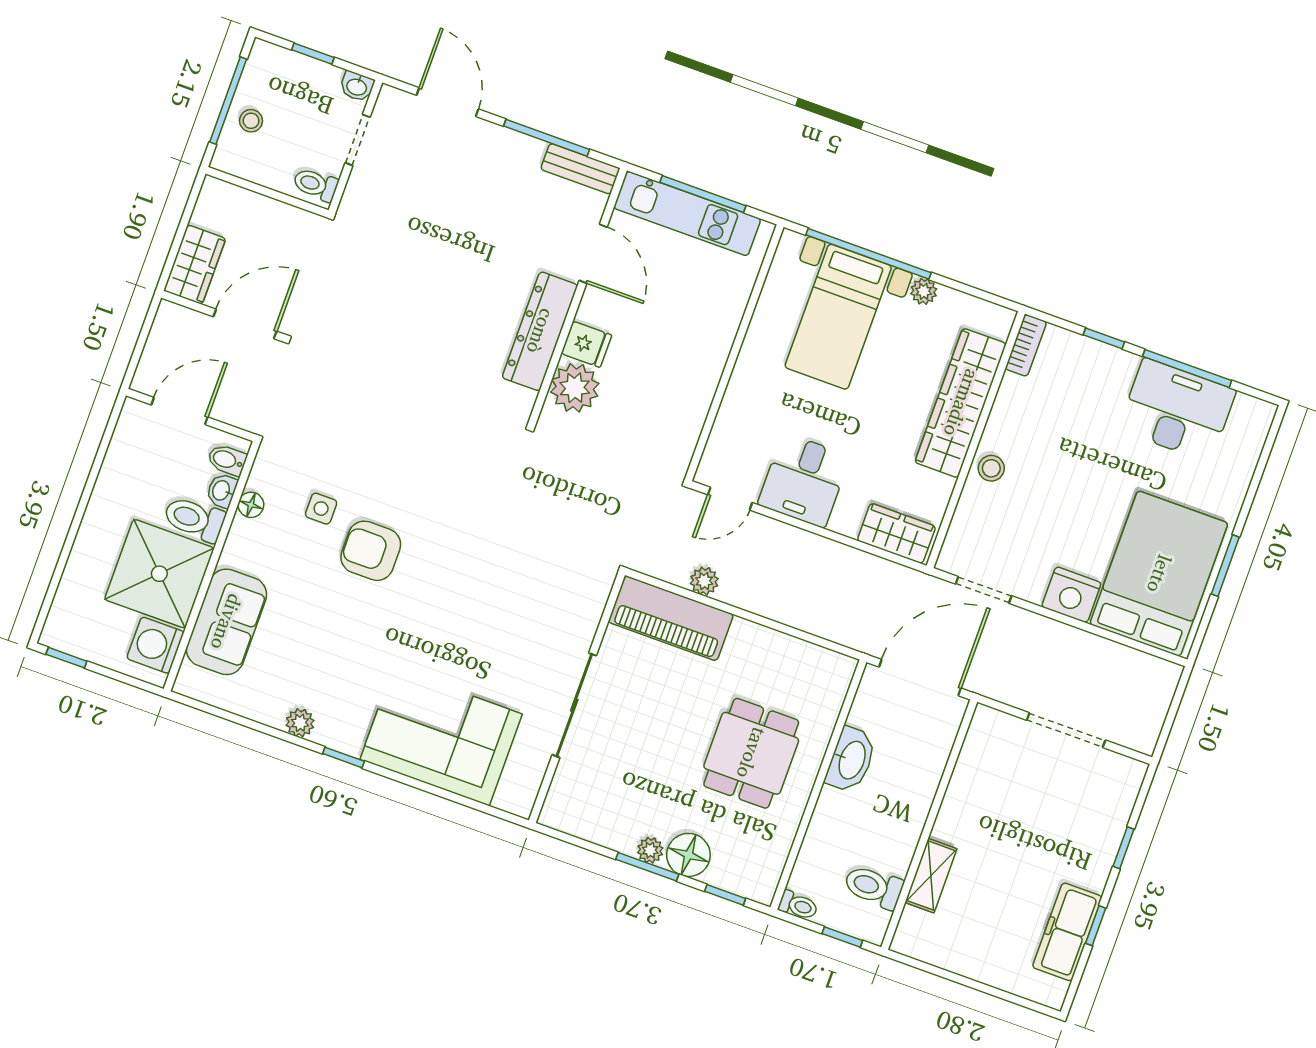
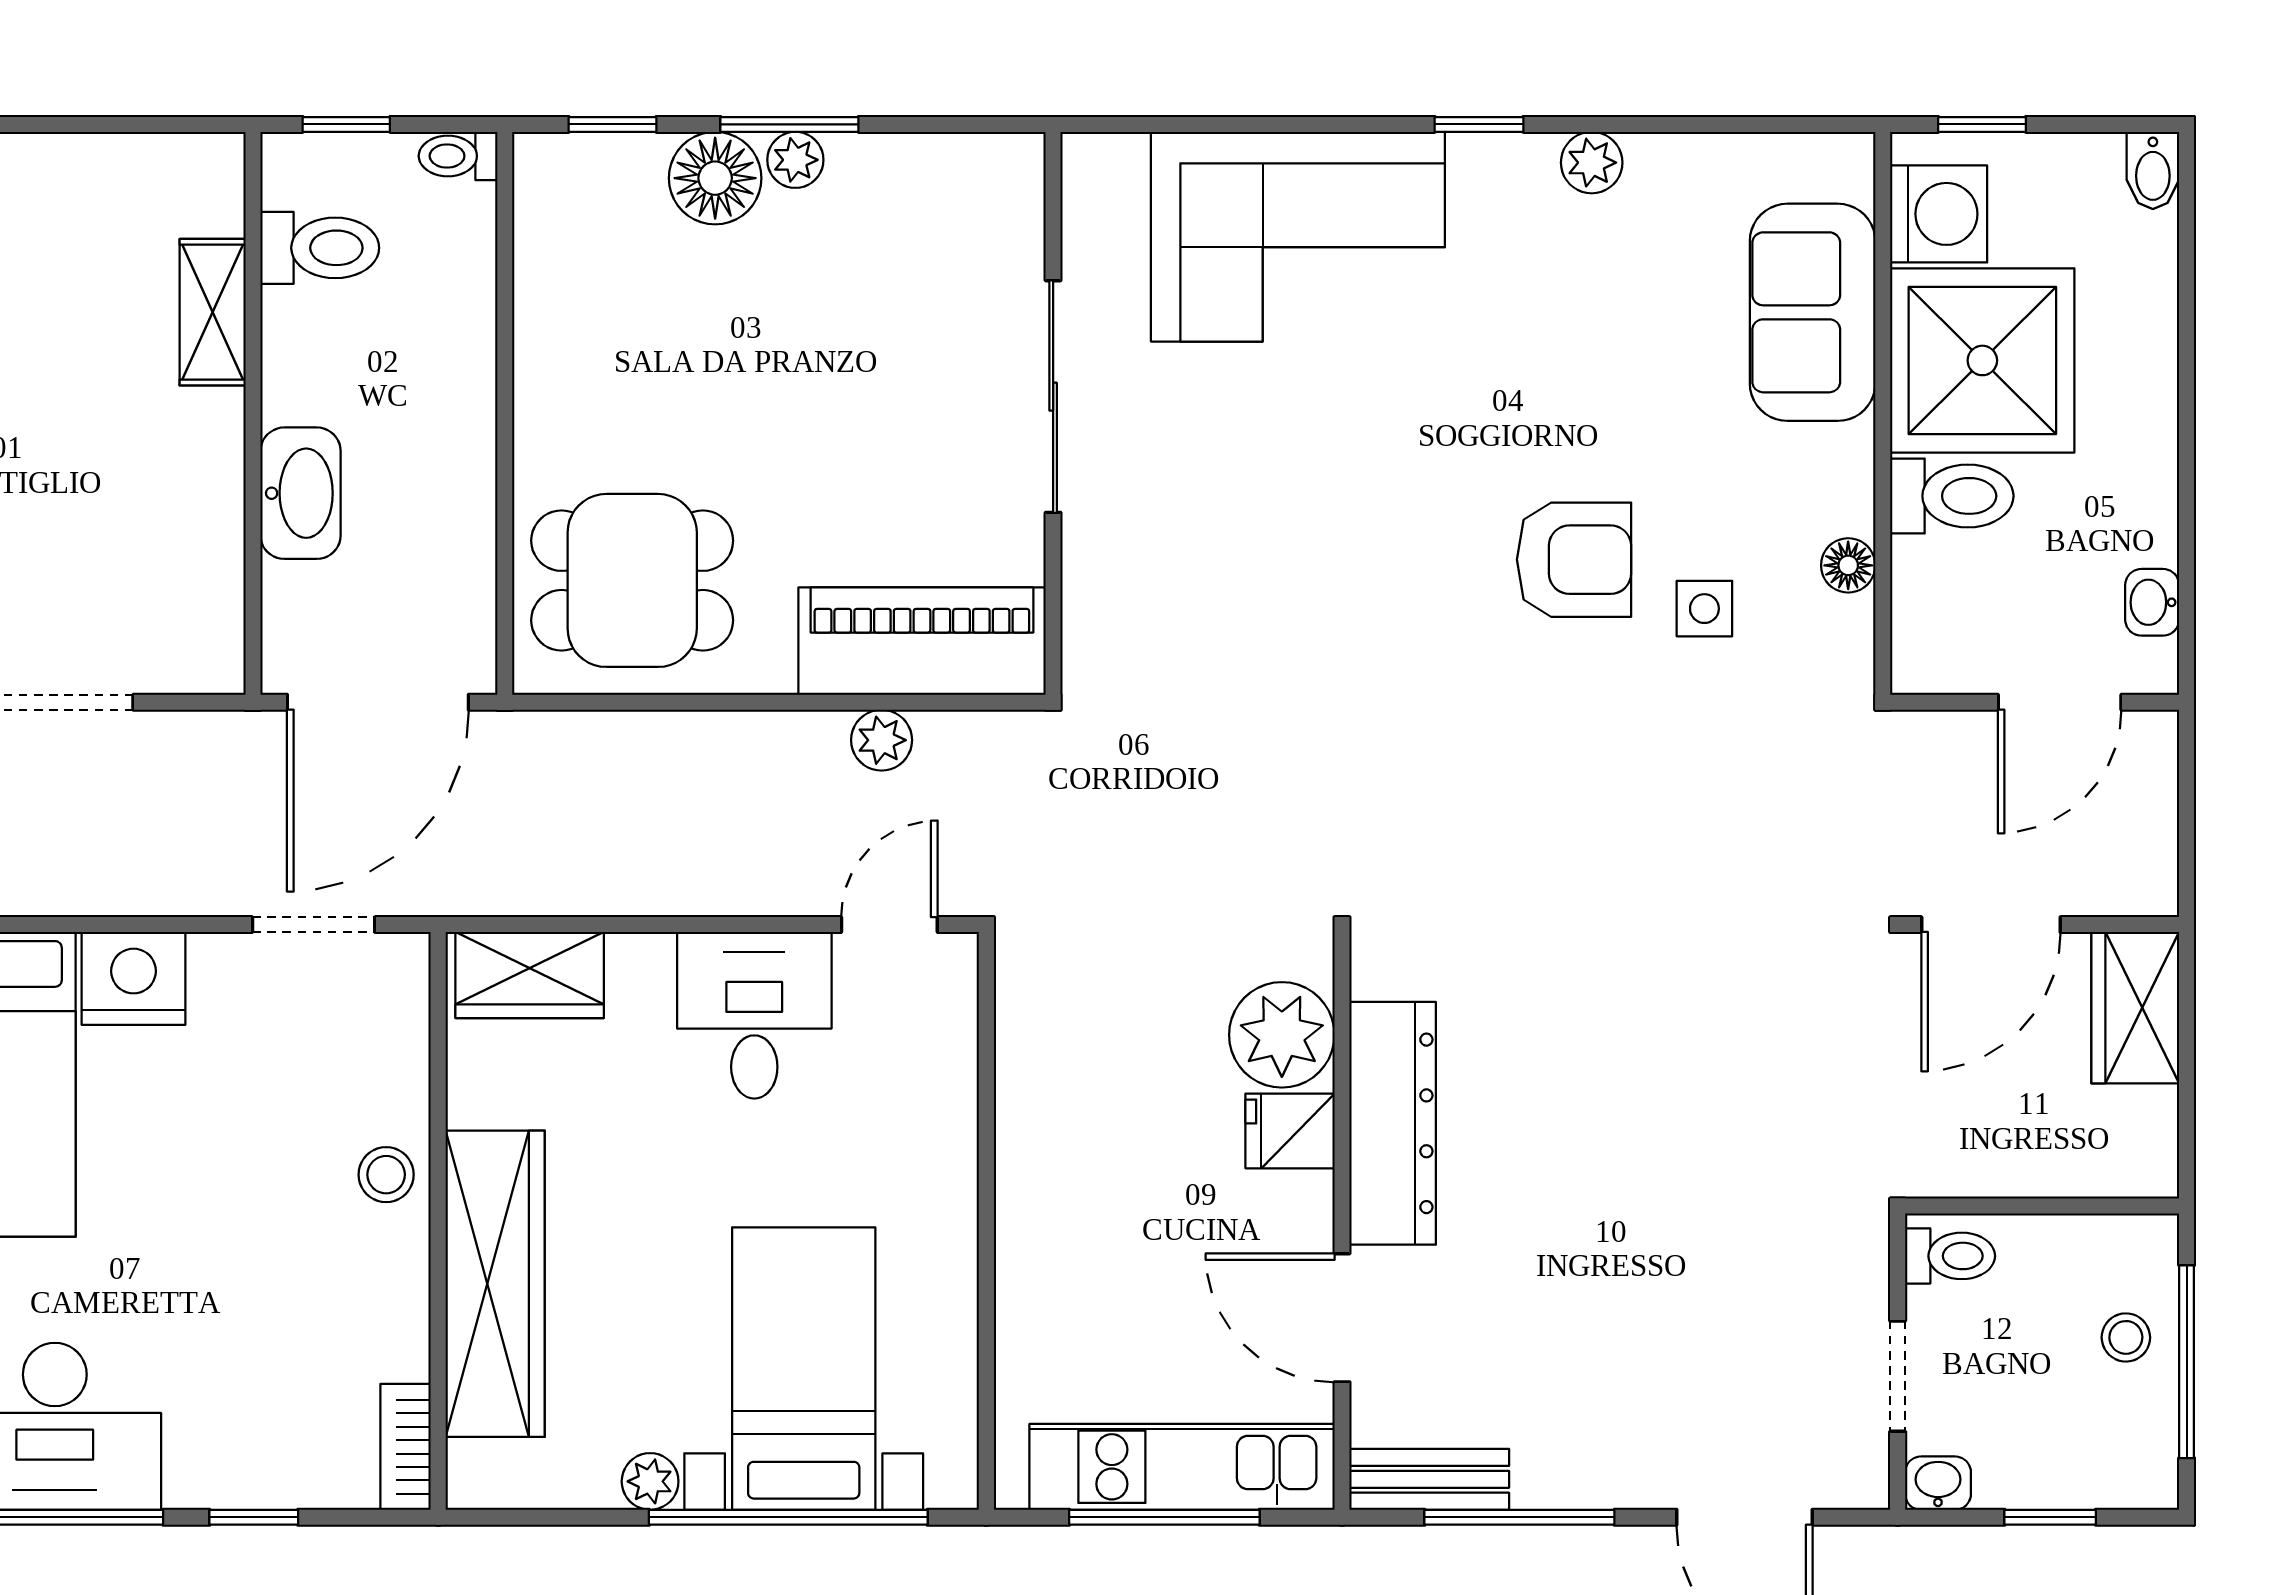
bidet: (227, 460) -> (2153, 170), moved, turned 90
washbasin: (222, 491) -> (2152, 602), moved, turned 180
window: (66, 658) -> (1982, 124), moved
dining table: (751, 753) -> (632, 580), moved, turned 90
washbasin: (851, 760) -> (301, 493), moved, turned 180

